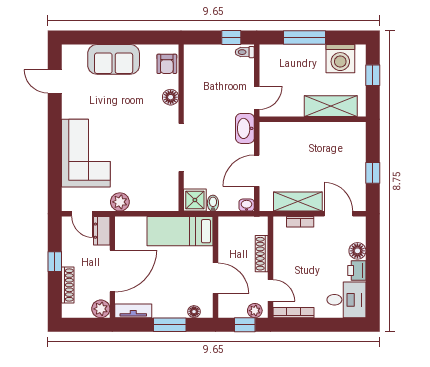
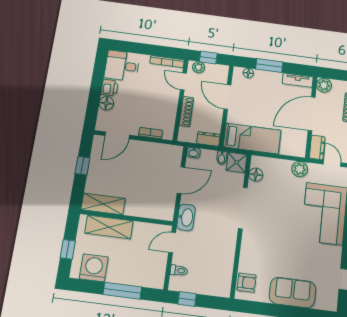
toilet: (245, 52) -> (179, 270), moved
armchair: (167, 64) -> (247, 283), turned 90
floor lamp: (171, 97) -> (256, 175), moved
shelving: (298, 202) -> (103, 204), moved
door: (338, 214) -> (117, 135), hinge flipped
dresser: (231, 224) -> (208, 139), added

